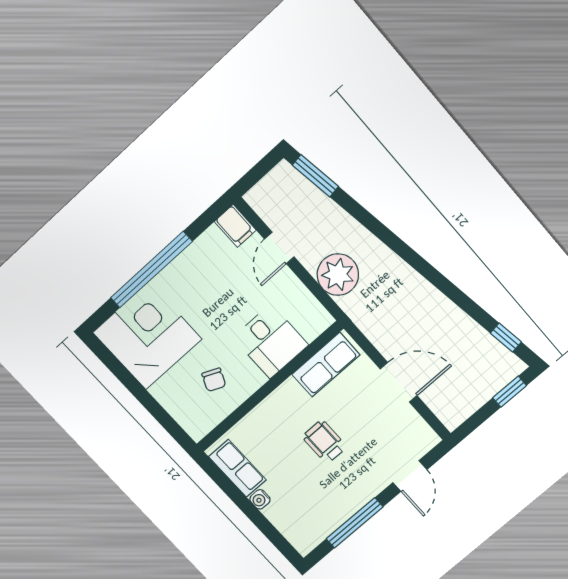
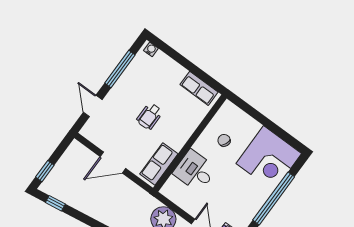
wheelchair: (324, 442) -> (149, 116), turned 90
water cooler: (260, 499) -> (151, 49), moved

